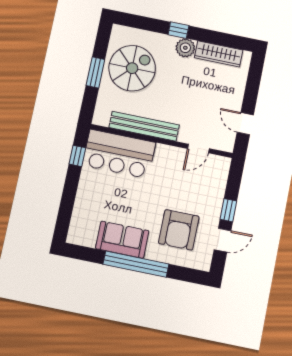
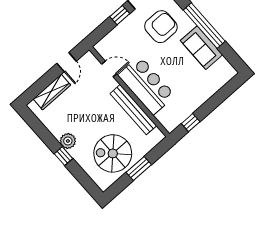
wardrobe: (219, 54) -> (52, 92), moved, turned 90
bar counter: (119, 154) -> (146, 85), moved

